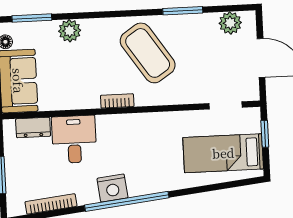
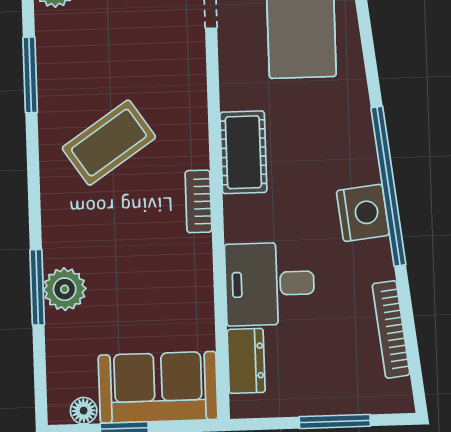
window: (32, 18) -> (37, 287), moved
coffee table: (148, 53) -> (109, 143), width x0.73, depth x0.76
cot: (144, 124) -> (243, 152), added

